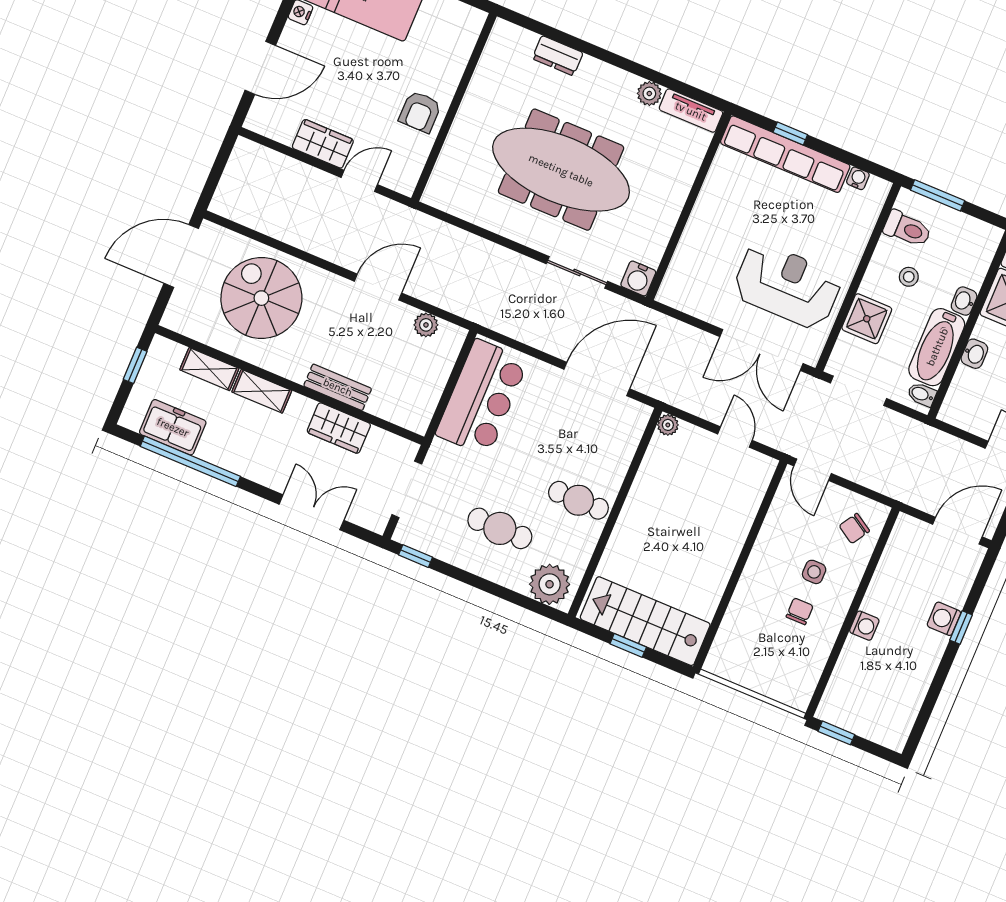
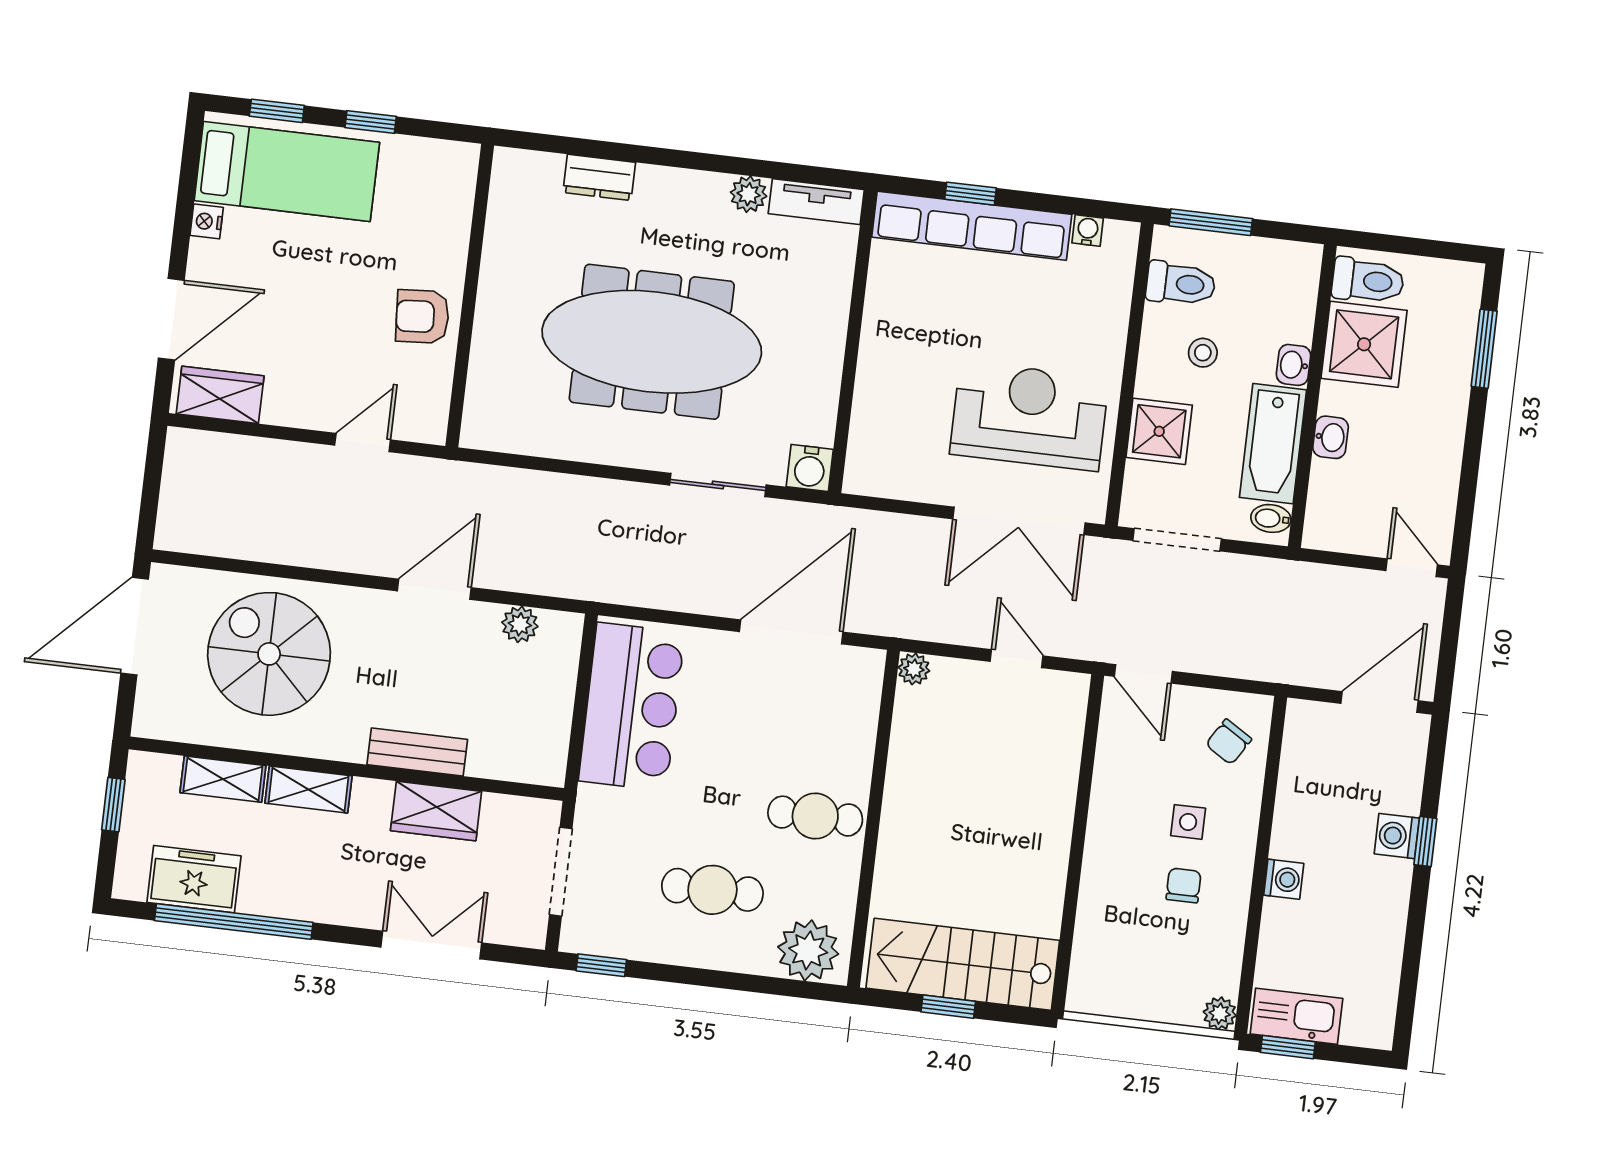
armchair: (420, 112) -> (422, 317), turned 86
wardrobe: (323, 144) -> (220, 395), moved
plant: (799, 699) -> (1220, 1014), added
kitchen sink: (847, 715) -> (1296, 1016), added

